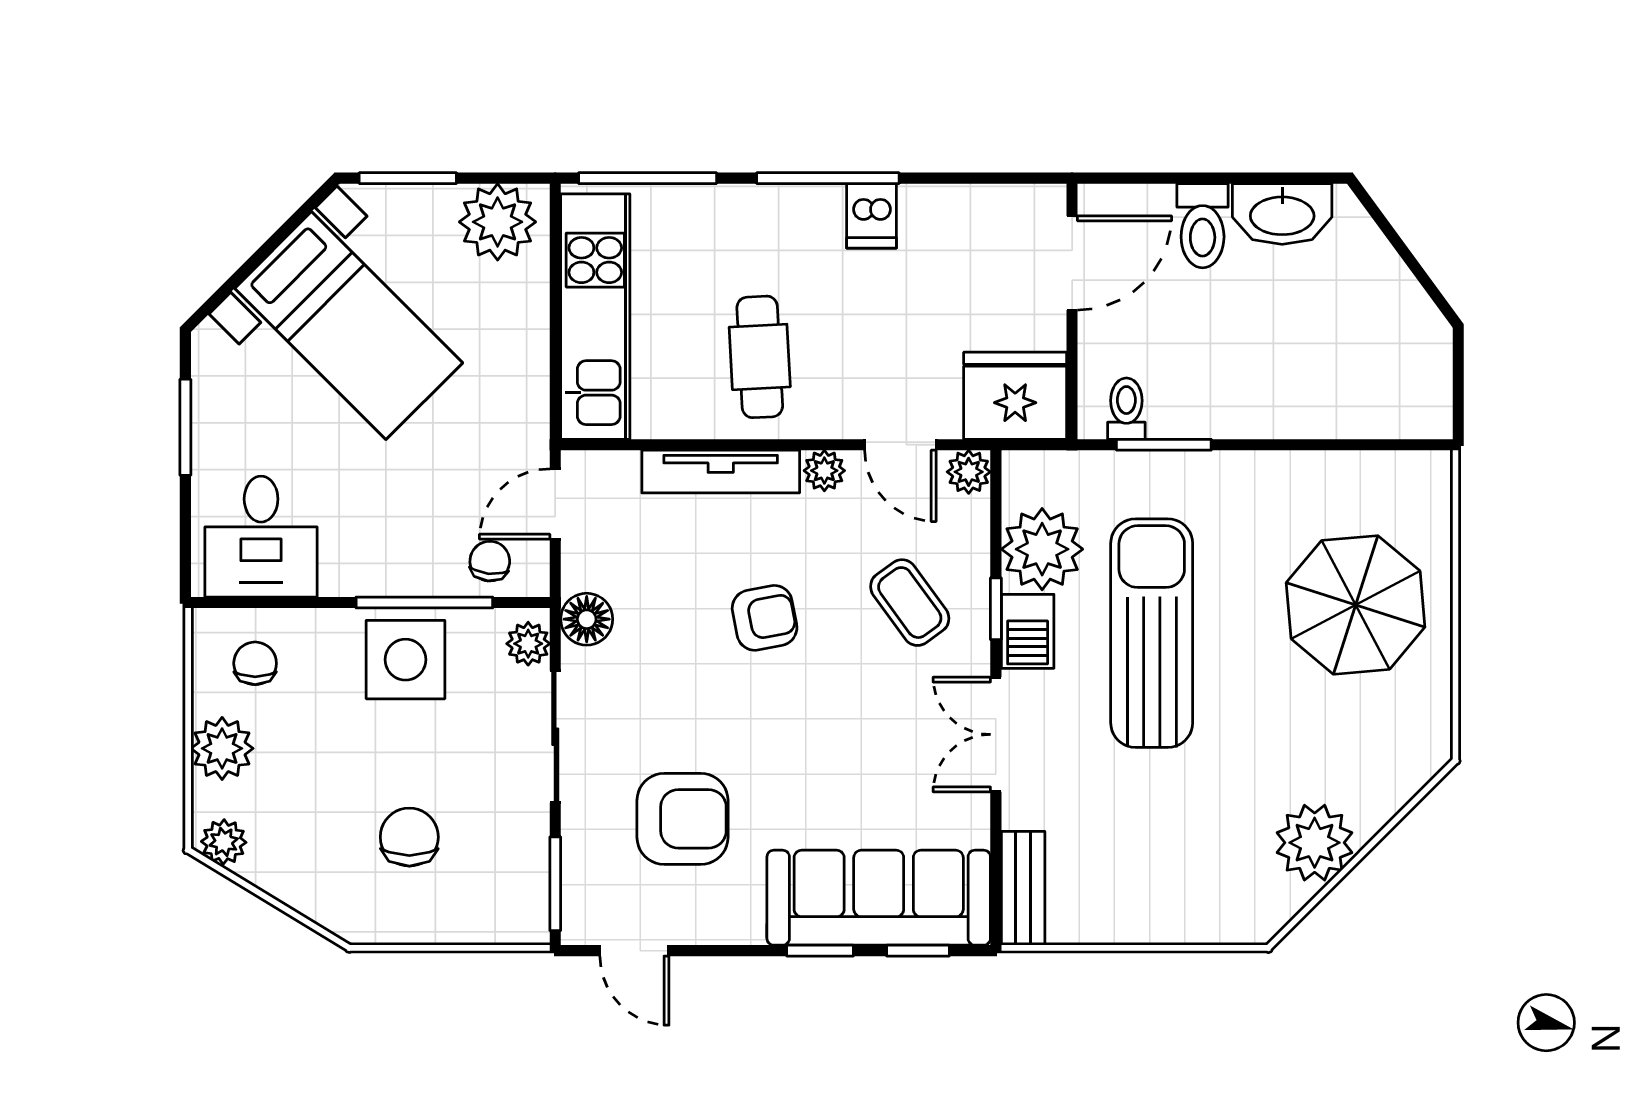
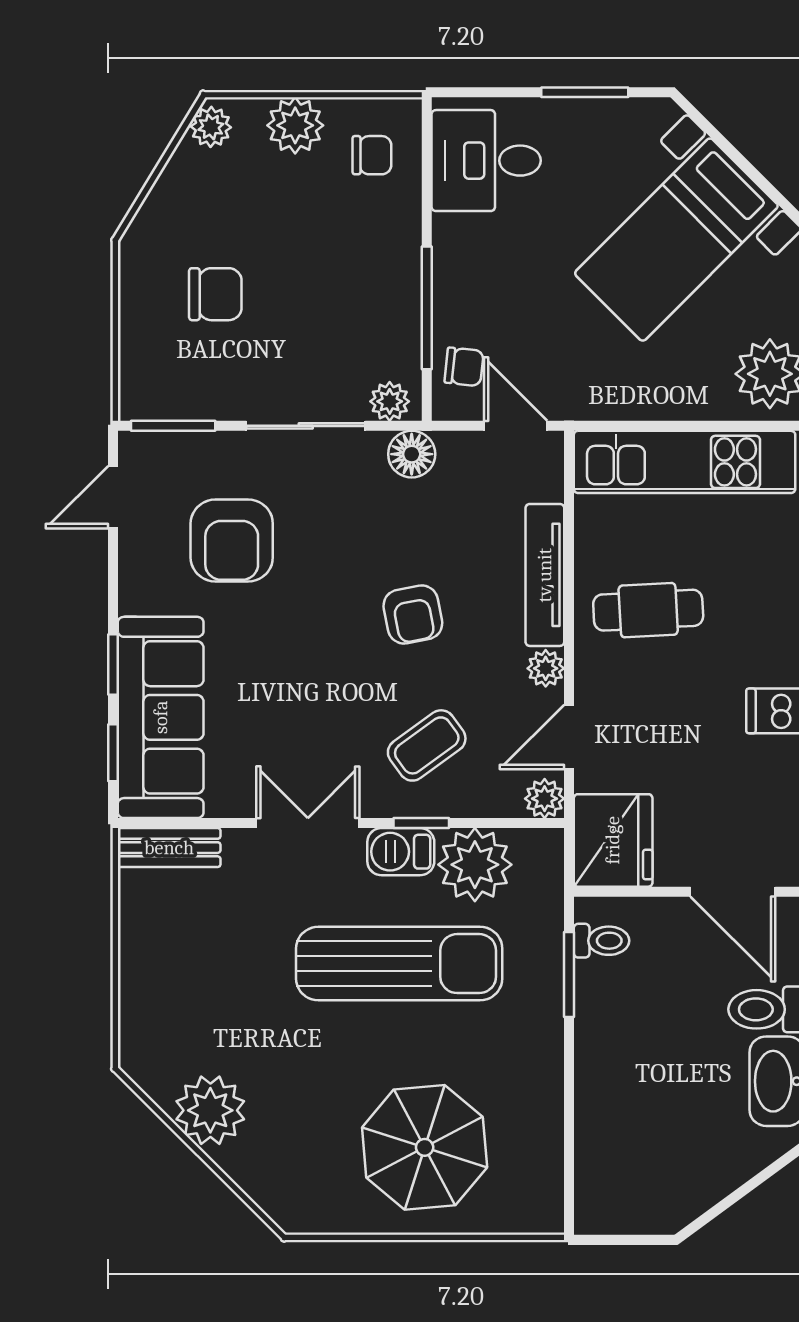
side table: (406, 660) -> (375, 291), removed

